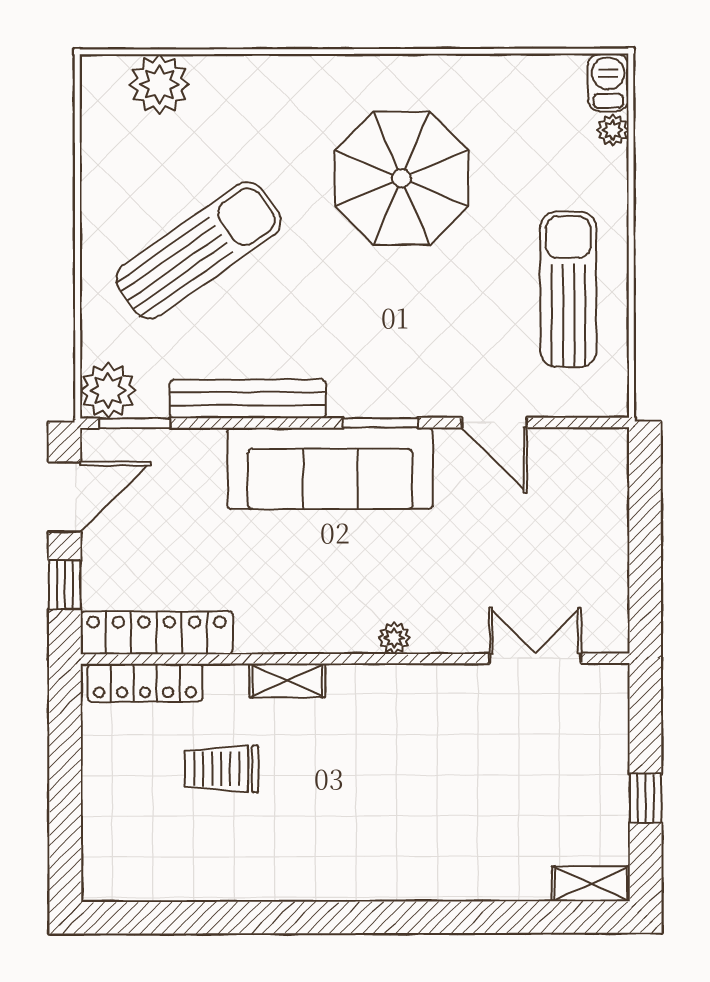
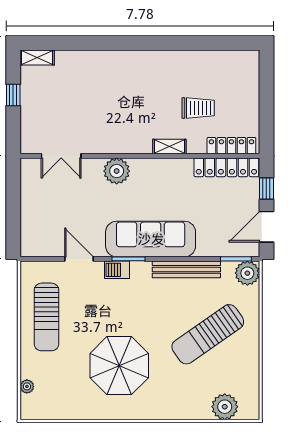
barbecue: (608, 83) -> (117, 270), moved, turned 90
plant: (394, 638) -> (117, 171), width x1.87, depth x1.87

